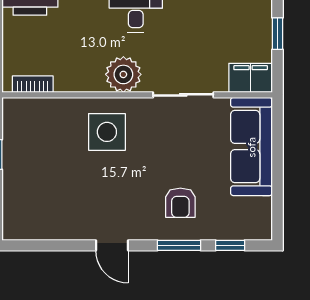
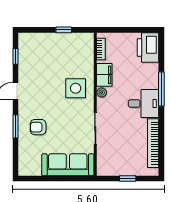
plant: (123, 74) -> (102, 93), width x0.53, depth x0.53
filing cabinet: (251, 78) -> (104, 75), moved
window: (230, 245) -> (16, 56), moved

